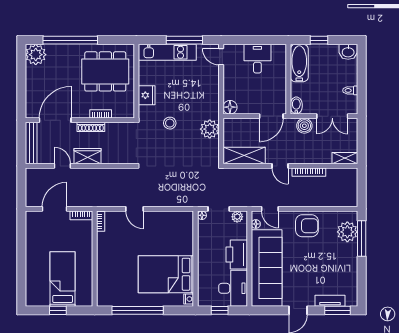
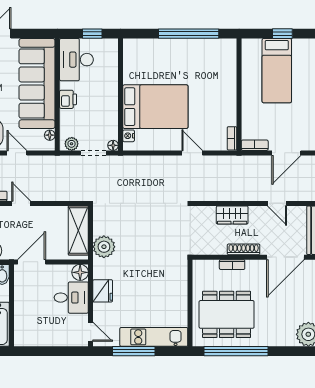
window: (70, 40) -> (236, 351), moved
desk: (257, 59) -> (71, 298), moved, turned -90
fridge: (147, 95) -> (103, 291), moved, turned 180
stool: (170, 123) -> (151, 254), removed
shelving: (244, 155) -> (78, 230), moved, turned 90
wardrobe: (88, 156) -> (232, 215), moved
door: (270, 209) -> (17, 153), moved
printer: (237, 254) -> (68, 99), width x0.53, depth x0.68
bed: (166, 274) -> (155, 107), moved
nightstand: (189, 299) -> (129, 136), moved

